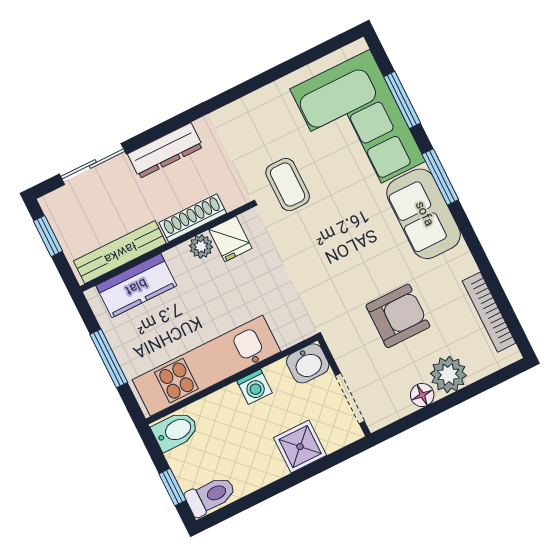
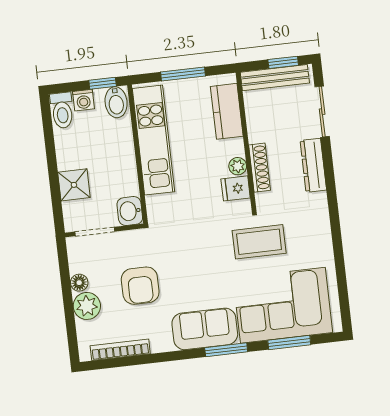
coffee table: (288, 185) -> (259, 242), width x1.36, depth x1.30
bench: (120, 252) -> (275, 78), moved, turned 90
washing machine: (254, 387) -> (83, 100), moved, turned -90
window: (173, 487) -> (103, 83), moved

